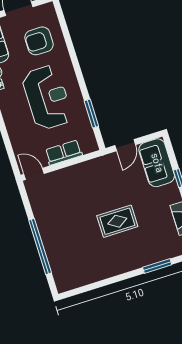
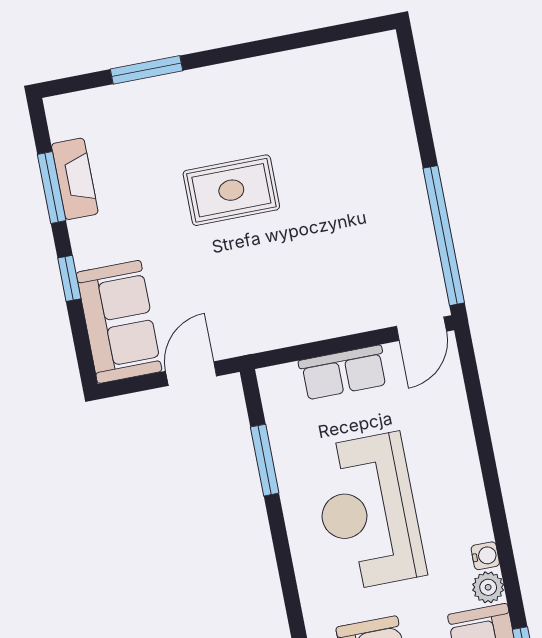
door: (34, 174) -> (421, 329), hinge flipped
window: (40, 247) -> (444, 236), moved

